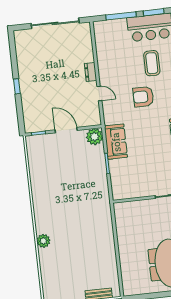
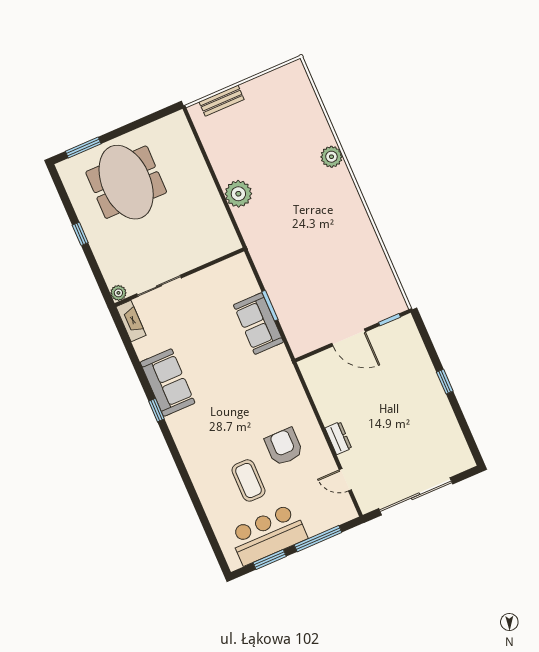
door: (99, 93) -> (345, 480), moved
armchair: (143, 97) -> (284, 447), moved, turned -90
plant: (94, 137) -> (238, 194), moved
sofa: (116, 142) -> (258, 324), moved

